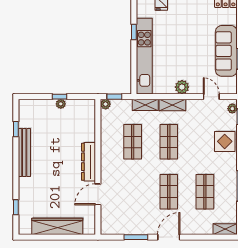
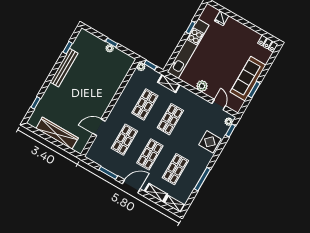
shelving: (172, 105) -> (156, 193), moved
dresser: (88, 162) -> (105, 100), removed
shop shelf: (133, 192) -> (124, 140), added

